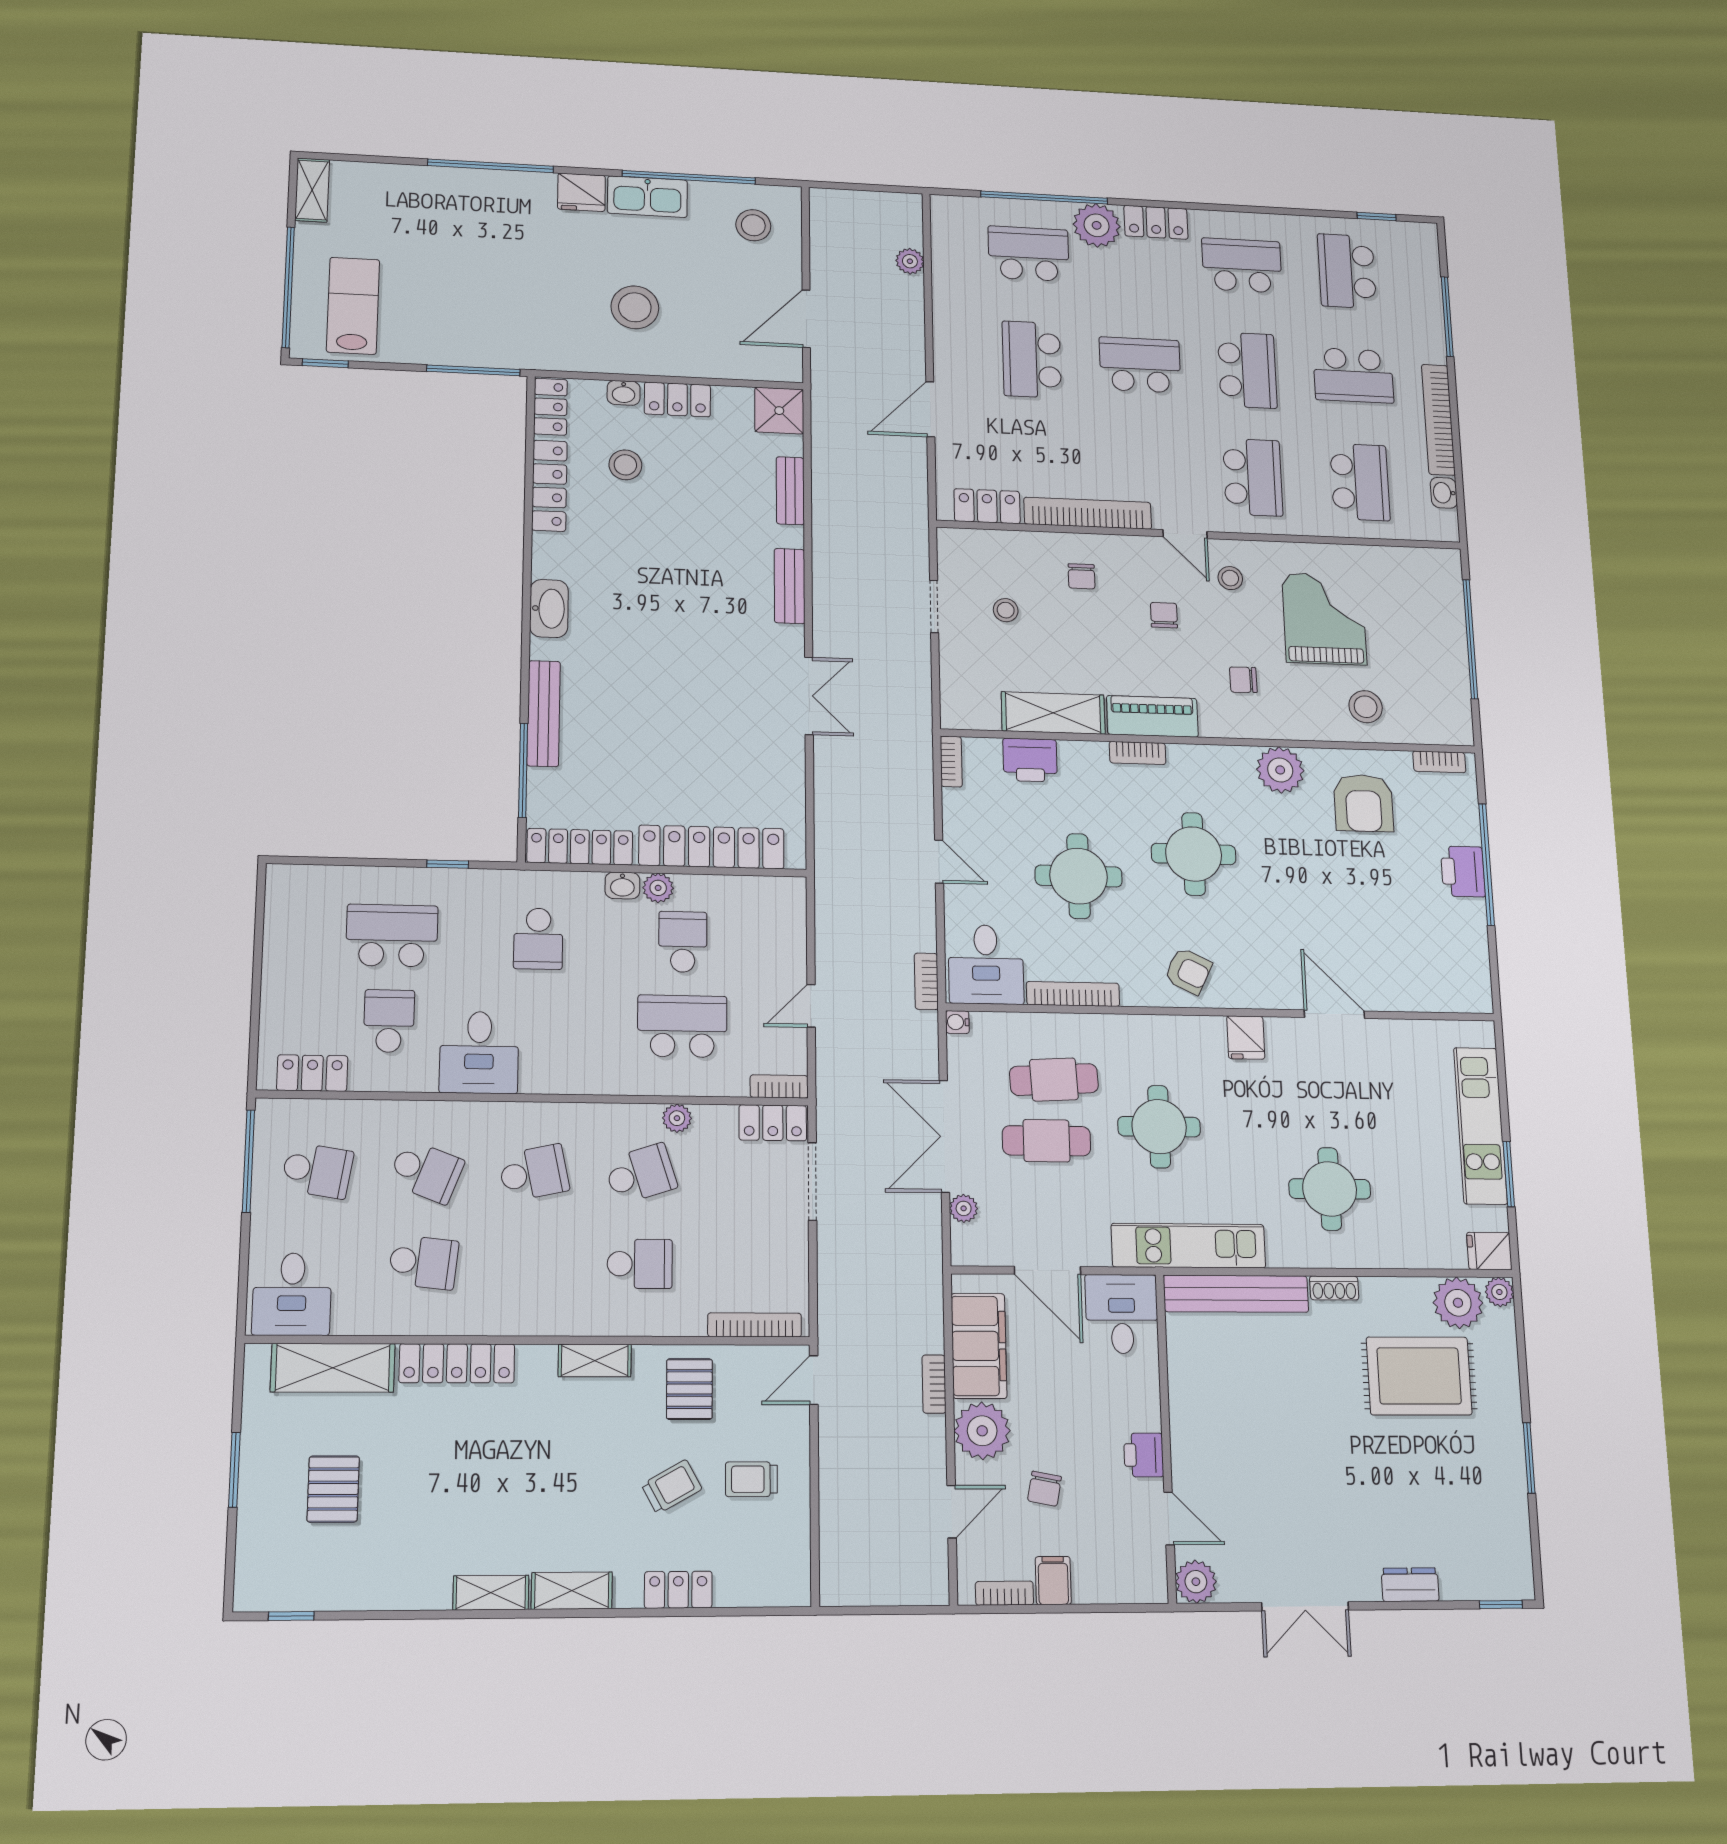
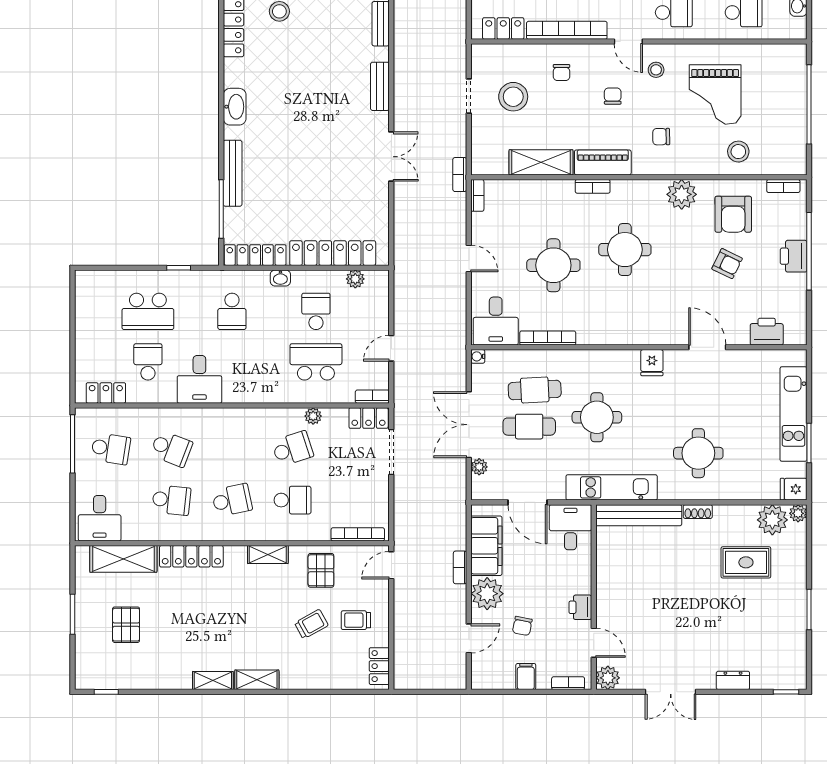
stool: (1006, 610) -> (513, 97), width x1.89, depth x1.89
grand piano: (1324, 619) -> (715, 94), turned 180
printer: (1030, 760) -> (767, 332), moved, turned 180
plant: (658, 888) -> (355, 279), moved
school desk: (392, 936) -> (148, 311), turned 180
armchair: (1188, 971) -> (727, 264), moved
bookcase: (926, 981) -> (460, 175), moved
school desk: (534, 1173) -> (232, 500), moved
rug: (1419, 1376) -> (746, 562), width x0.73, depth x0.70
locker: (678, 1590) -> (379, 666), moved, turned -90
bookcase: (1004, 1593) -> (568, 683), moved

